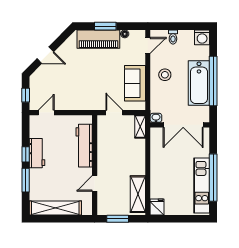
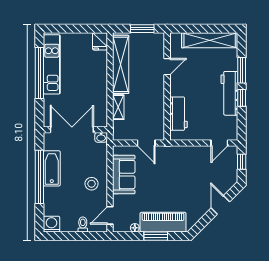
door: (45, 55) -> (220, 205), hinge flipped
bathtub: (199, 83) -> (52, 168), width x0.73, depth x0.73
shelving: (140, 127) -> (118, 107), moved
workbench: (84, 146) -> (178, 114), width x0.73
workbench: (37, 153) -> (229, 93), width x1.38
shelving: (138, 194) -> (121, 64), width x1.47

